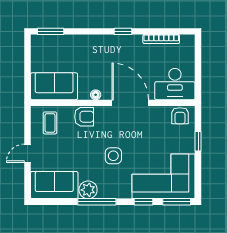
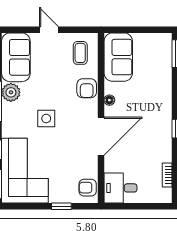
bookcase: (161, 39) -> (167, 175), width x0.64
desk: (175, 84) -> (120, 188), width x0.73
coffee table: (50, 123) -> (80, 53), turned 90

